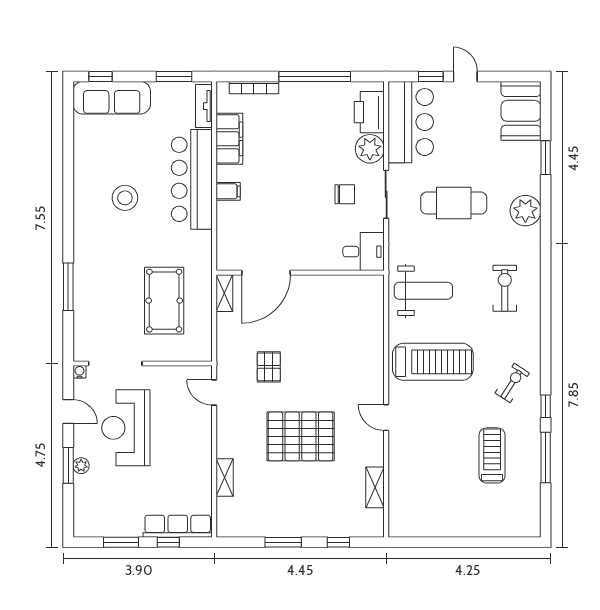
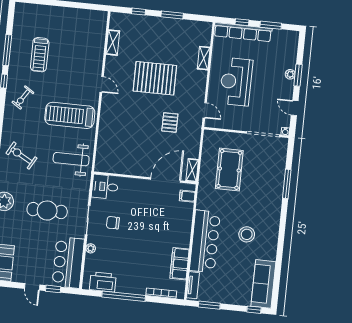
sofa: (112, 98) -> (263, 284), moved, turned -90
printer: (369, 112) -> (103, 282), moved, turned -90
plant: (370, 149) -> (91, 248), width x0.53, depth x0.53
filing cabinet: (228, 191) -> (187, 196), moved
exercise bike: (505, 288) -> (21, 156), turned 119
reception desk: (126, 428) -> (236, 82), moved, turned 180
row of seats: (178, 526) -> (243, 32), width x1.36

